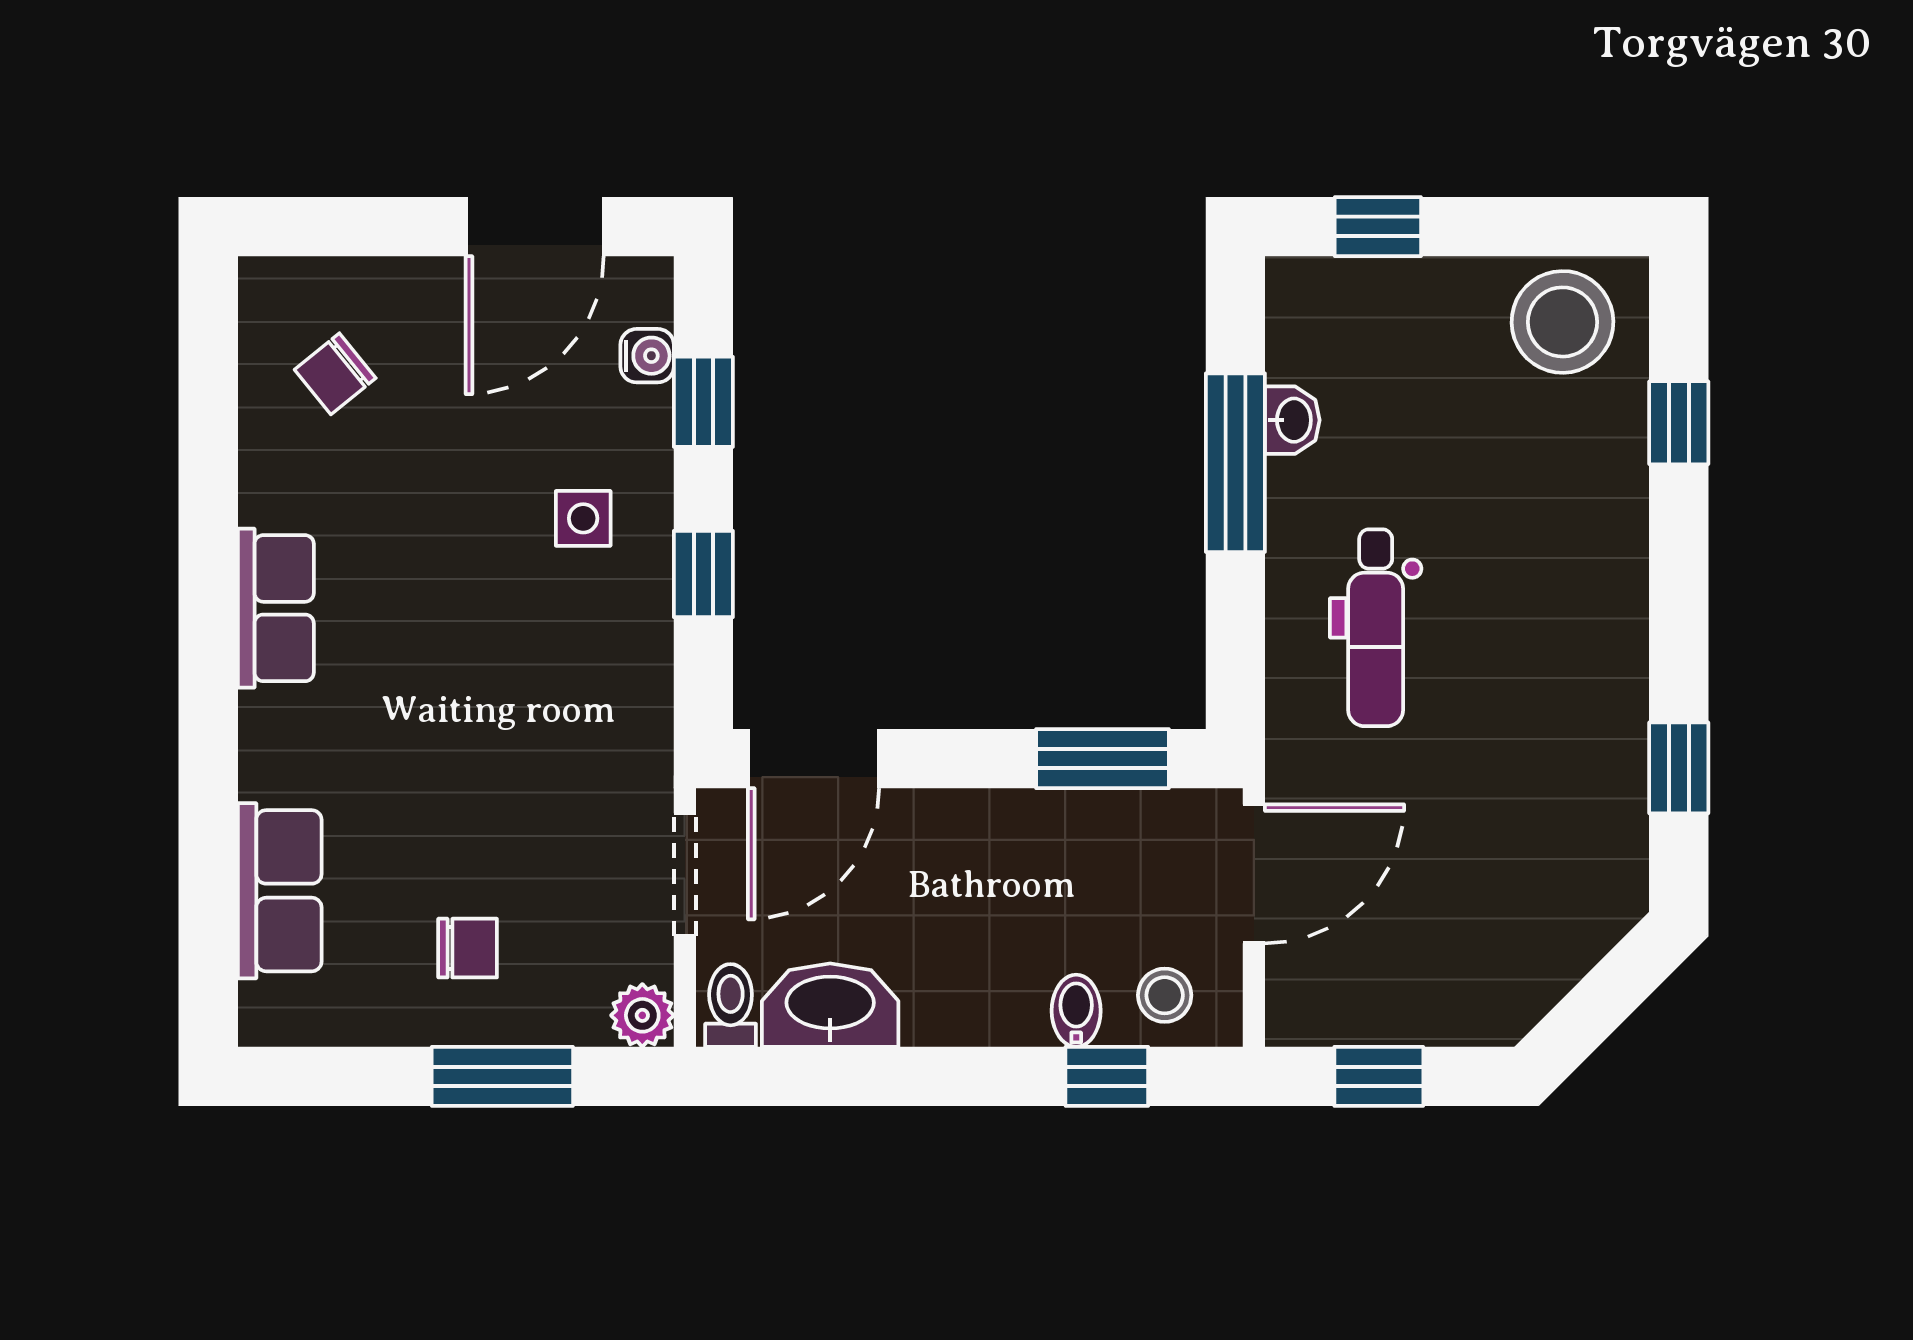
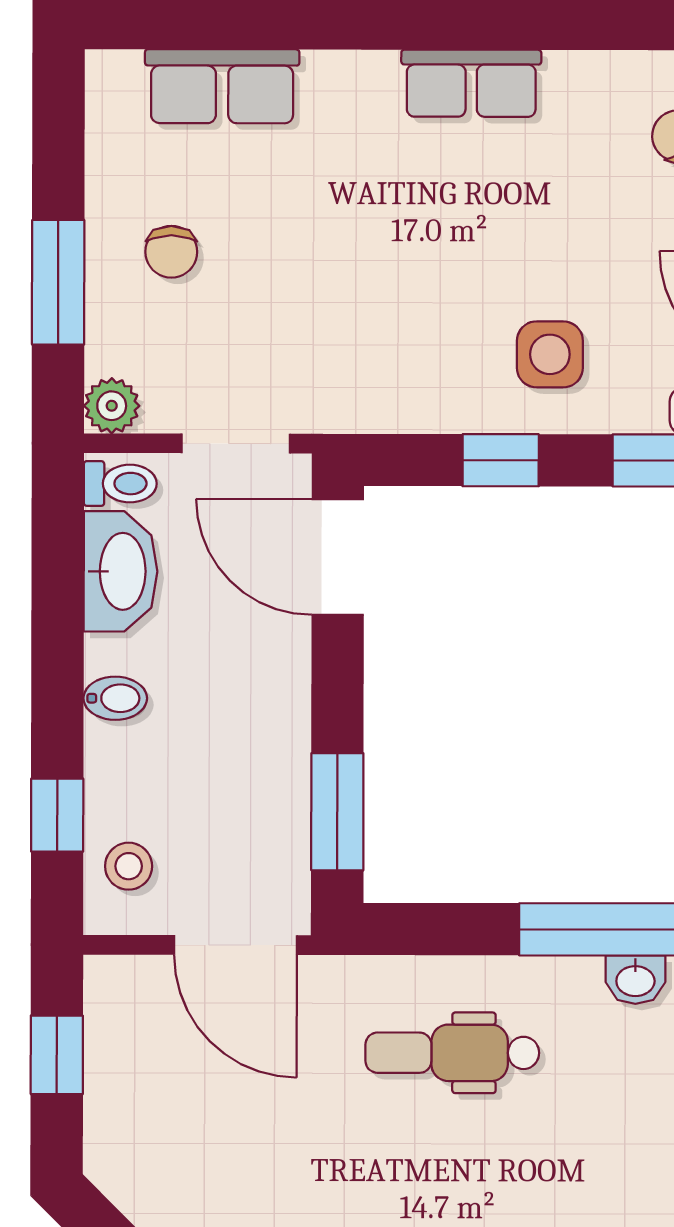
side table: (583, 518) -> (550, 354), width x1.37, depth x1.37
bidet: (1076, 1011) -> (115, 698), moved

